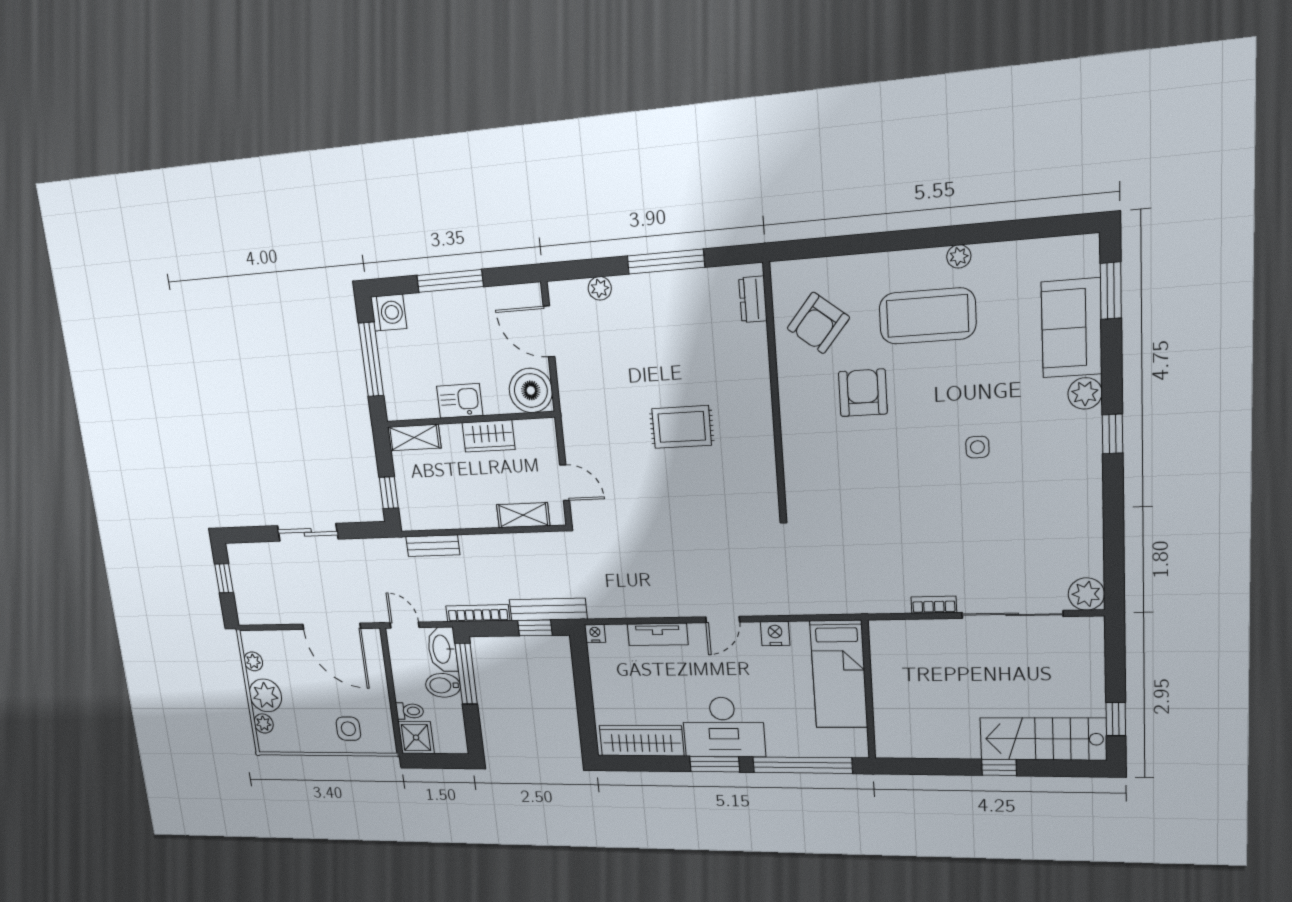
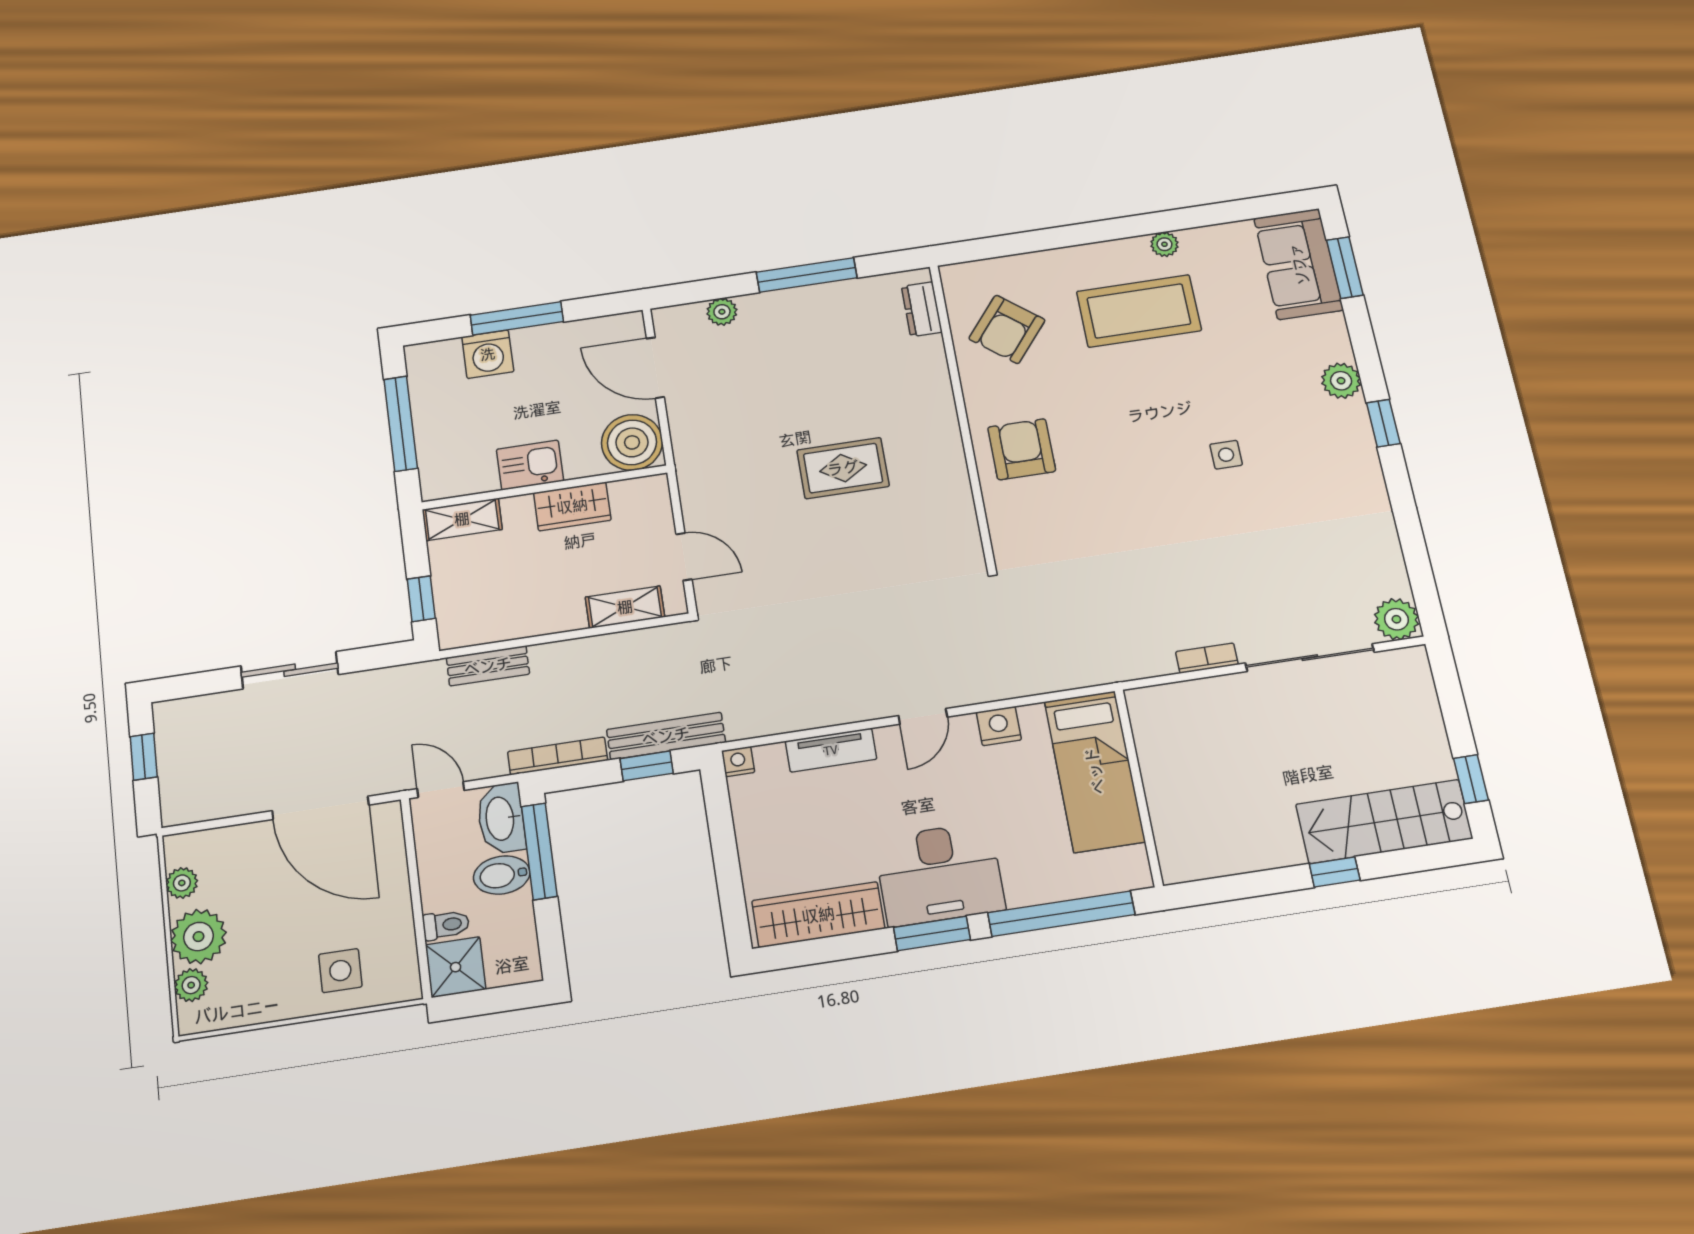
washing machine: (389, 313) -> (488, 354), moved, turned 90
sofa: (1072, 328) -> (1299, 264), moved
armchair: (863, 393) -> (1022, 449), moved

